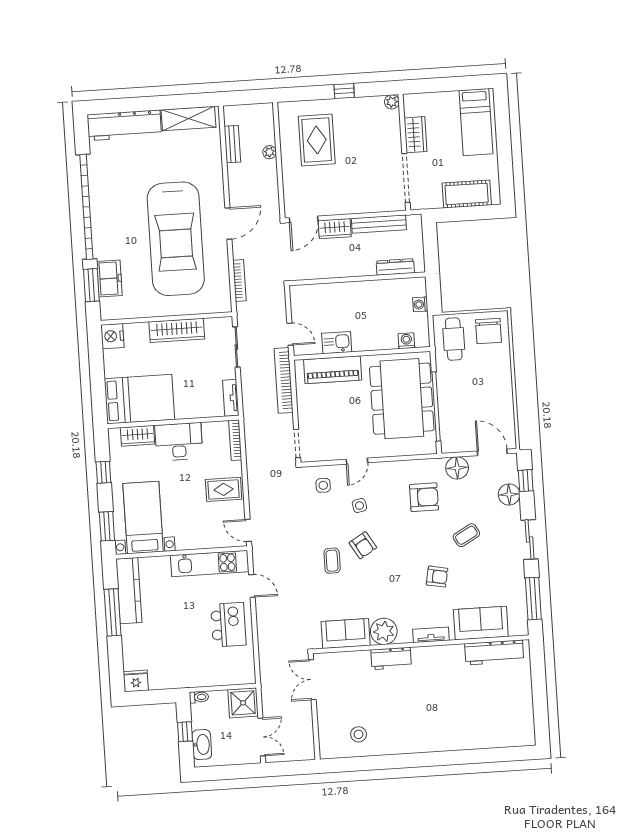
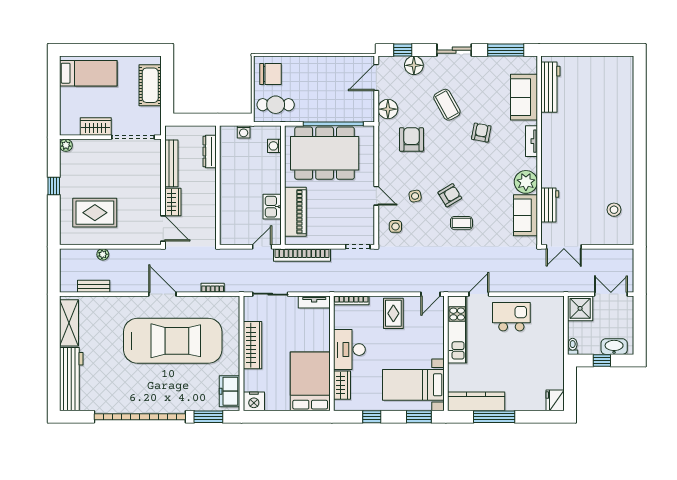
freezer: (109, 278) -> (230, 391), moved, turned -90
bookcase: (239, 280) -> (213, 288), width x0.64
coffee table: (466, 535) -> (447, 105), width x1.36, depth x1.30
workbench: (391, 658) -> (550, 205), moved

